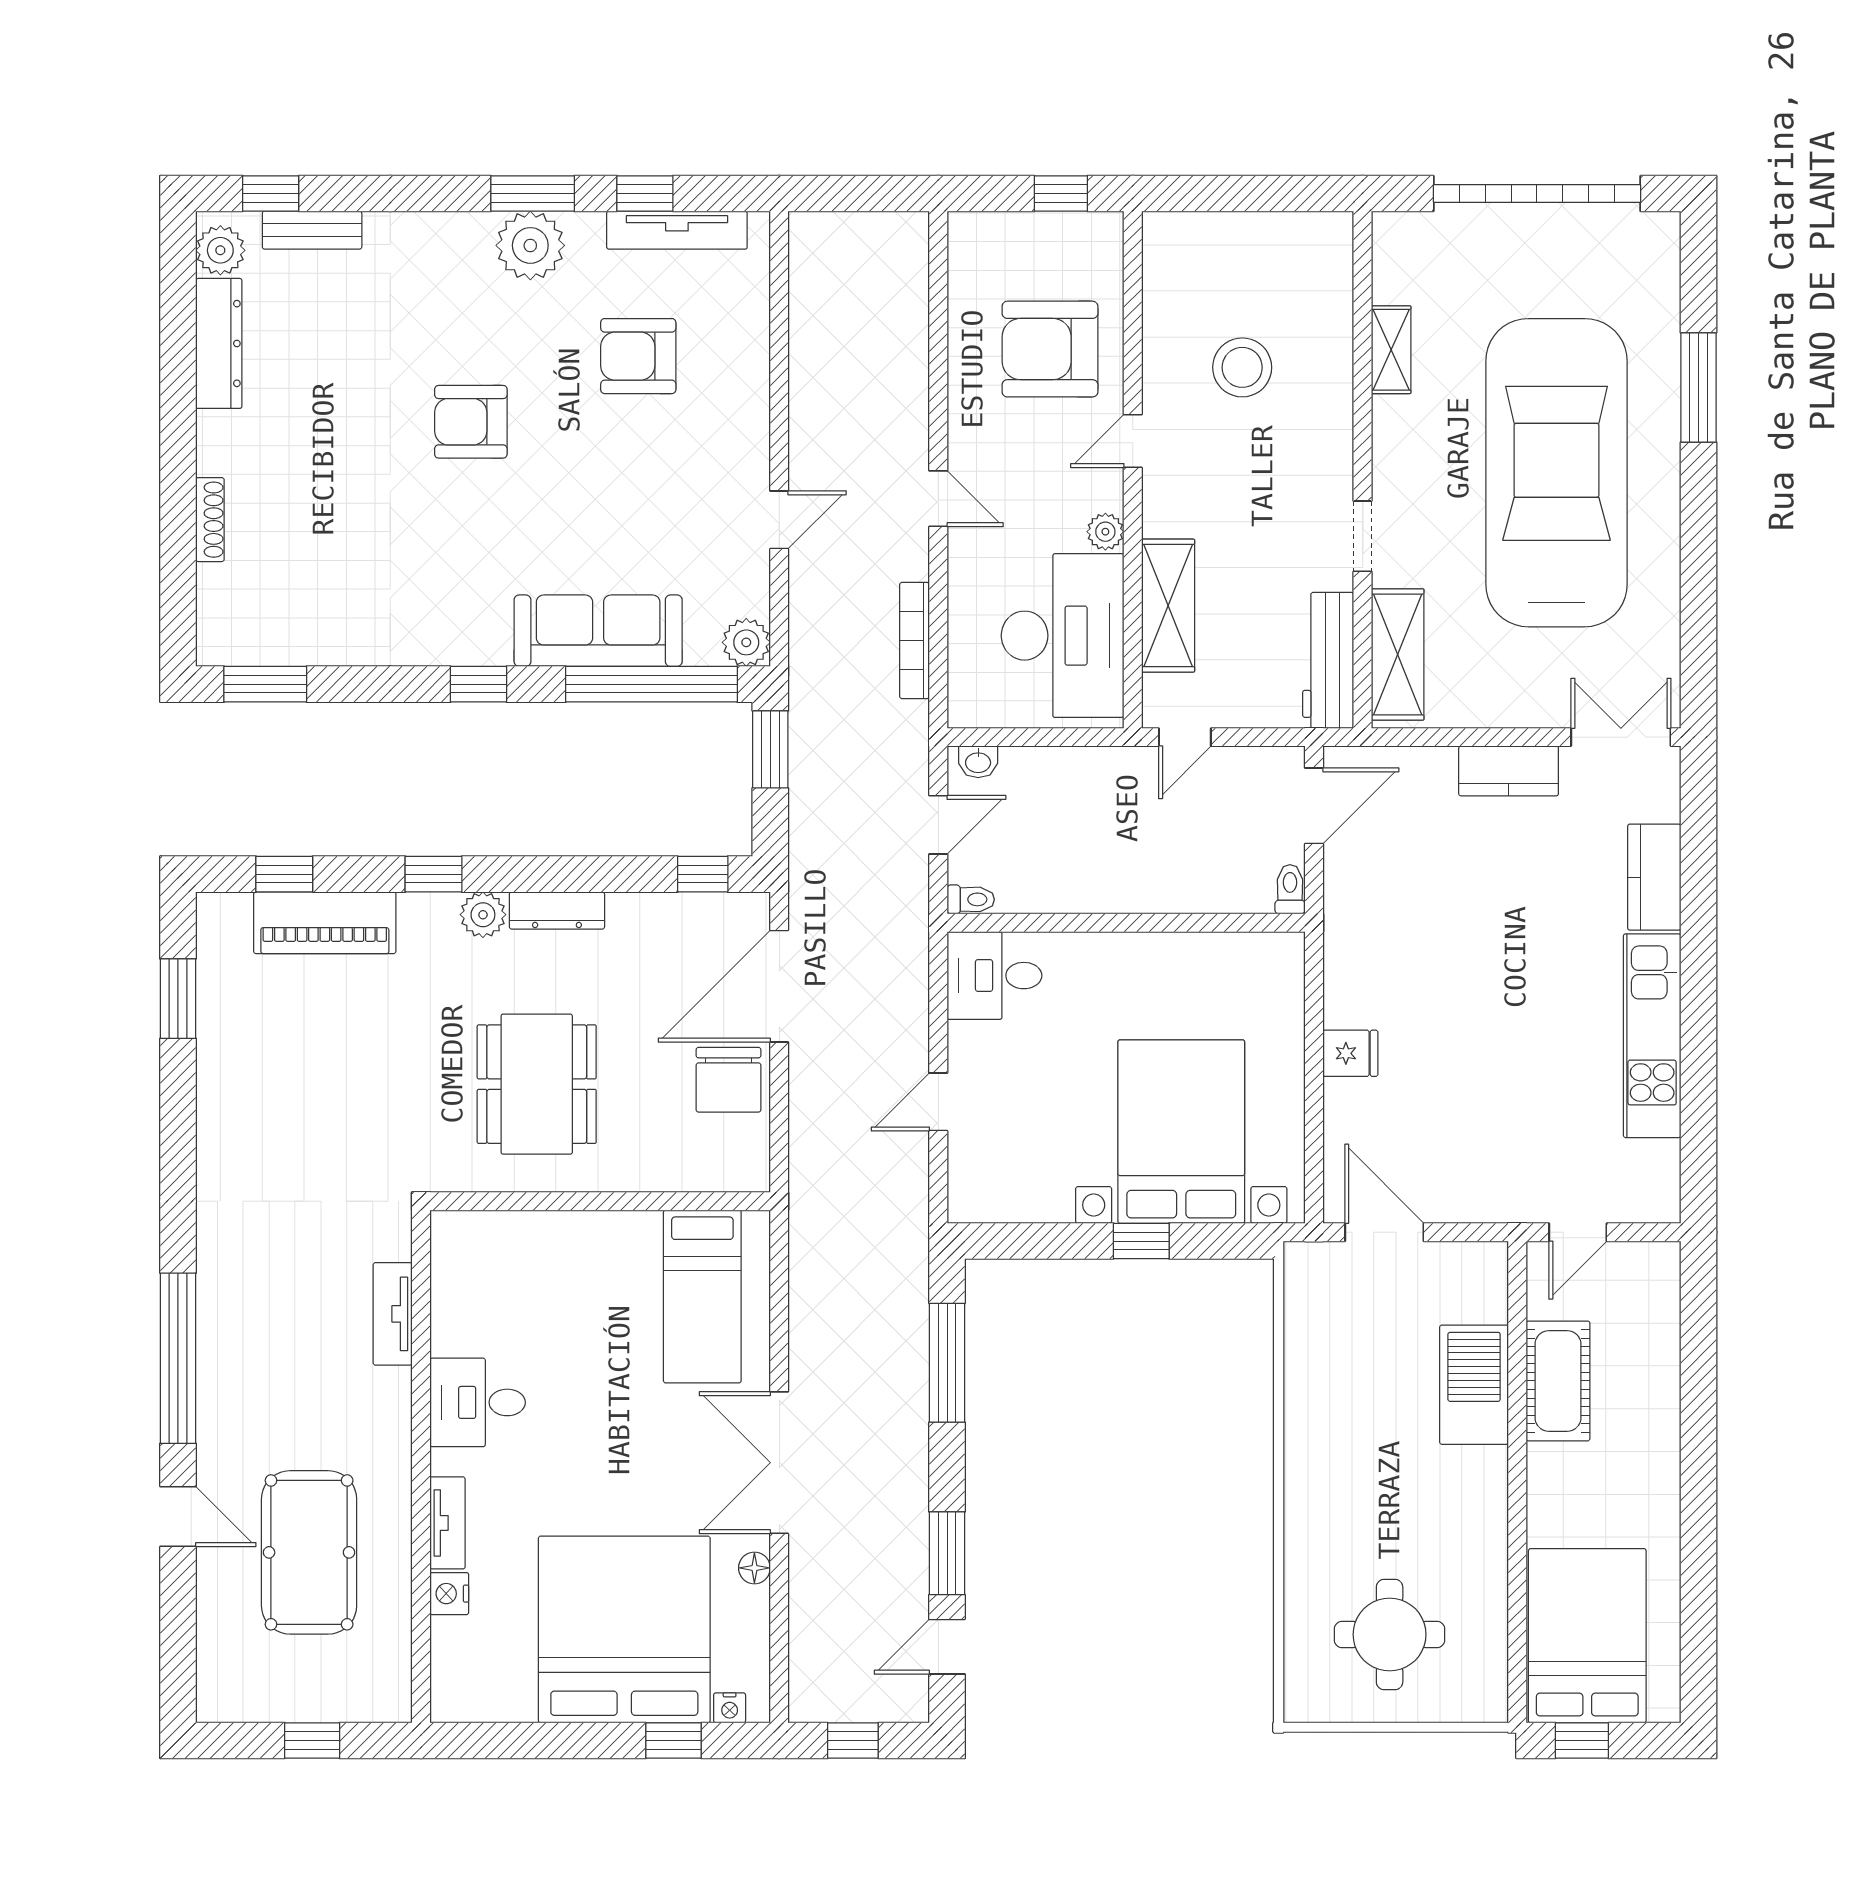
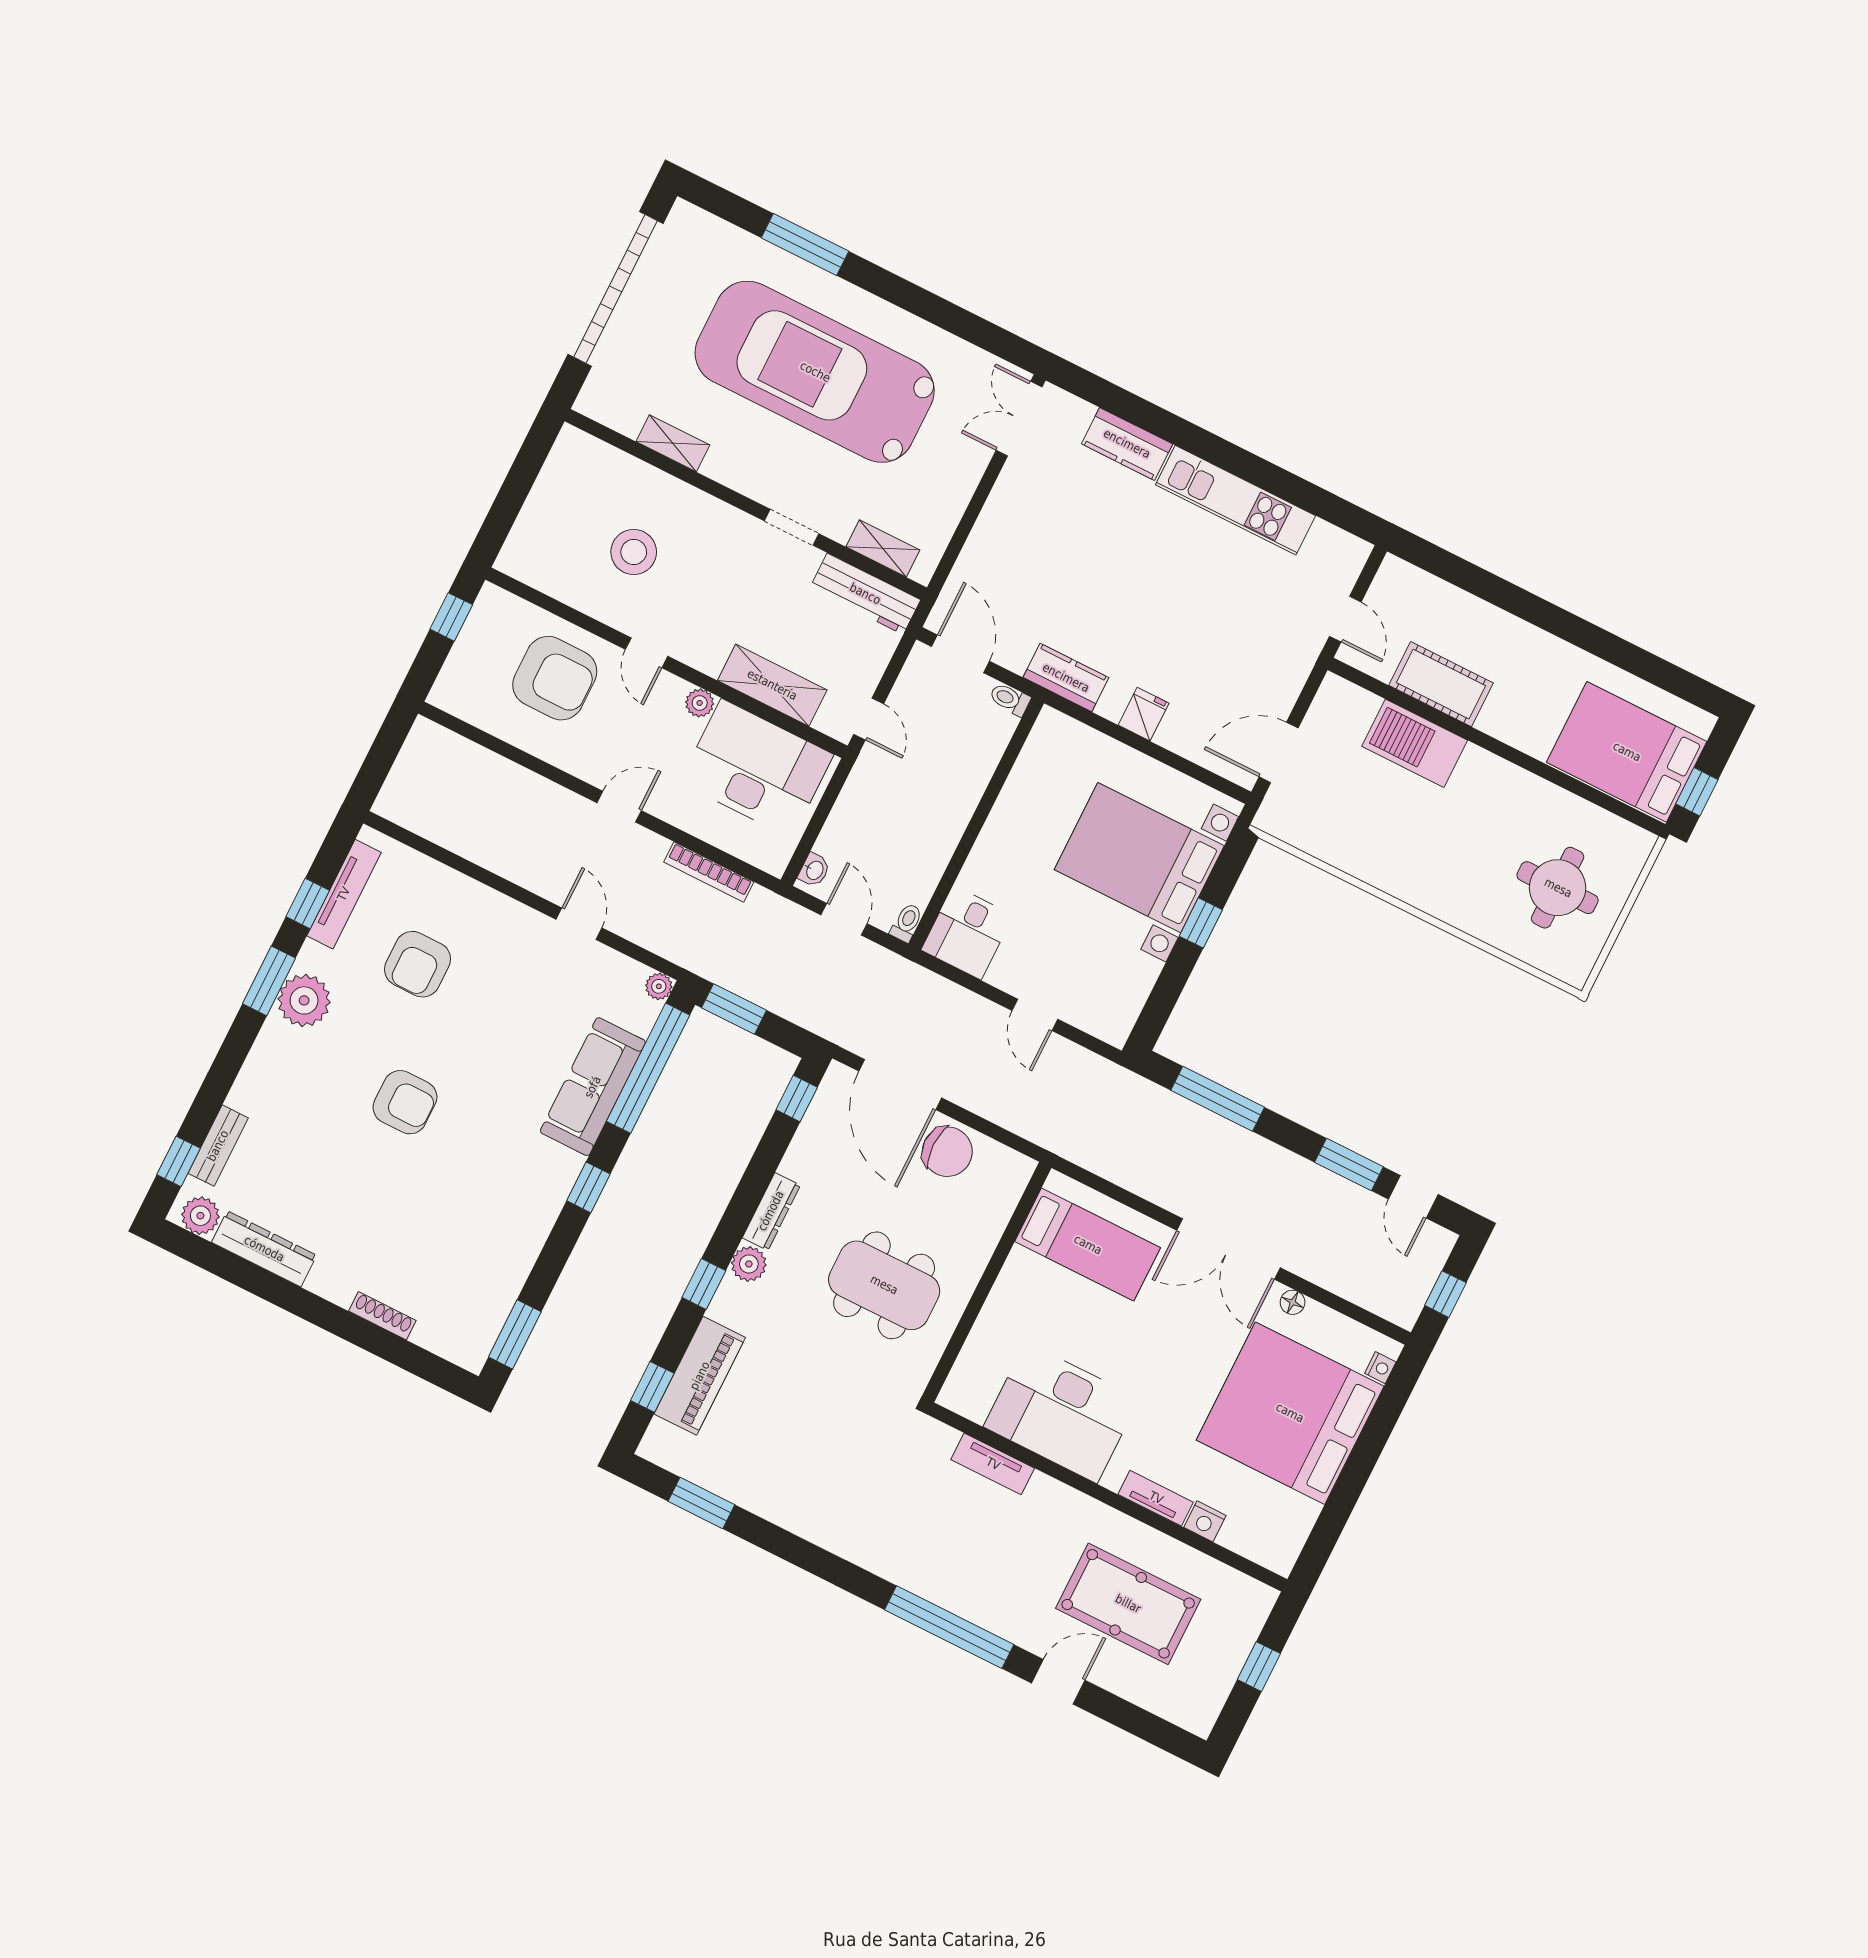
armchair: (1050, 349) -> (555, 678), turned -90
armchair: (471, 422) -> (405, 1102), turned -90
plant: (746, 642) -> (659, 986), width x0.73, depth x0.73
shelving: (1398, 655) -> (883, 548), width x0.67, depth x0.75
kitchen counter: (1509, 771) -> (1066, 678), moved, turned -90
desk: (478, 1402) -> (1061, 1413), width x1.87, depth x1.30
window: (674, 1741) -> (1384, 1418), removed

